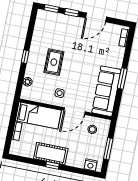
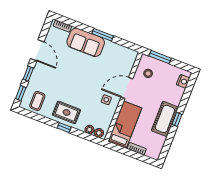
coffee table: (47, 26) -> (37, 101), added
rug: (54, 62) -> (67, 112), moved
plant: (26, 91) -> (99, 133), added
sofa: (106, 91) -> (86, 42), moved, width x0.73
door: (74, 111) -> (127, 88), swing flipped
window: (108, 149) -> (160, 57), moved

